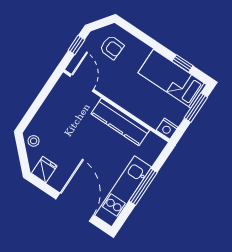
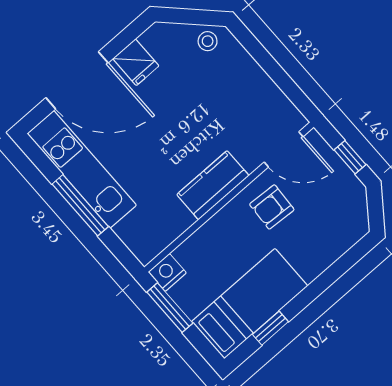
armchair: (112, 47) -> (272, 207), moved
window: (196, 108) -> (170, 308), moved
kitchen counter: (120, 122) -> (213, 185), width x0.67
fridge: (44, 170) -> (136, 62), moved

